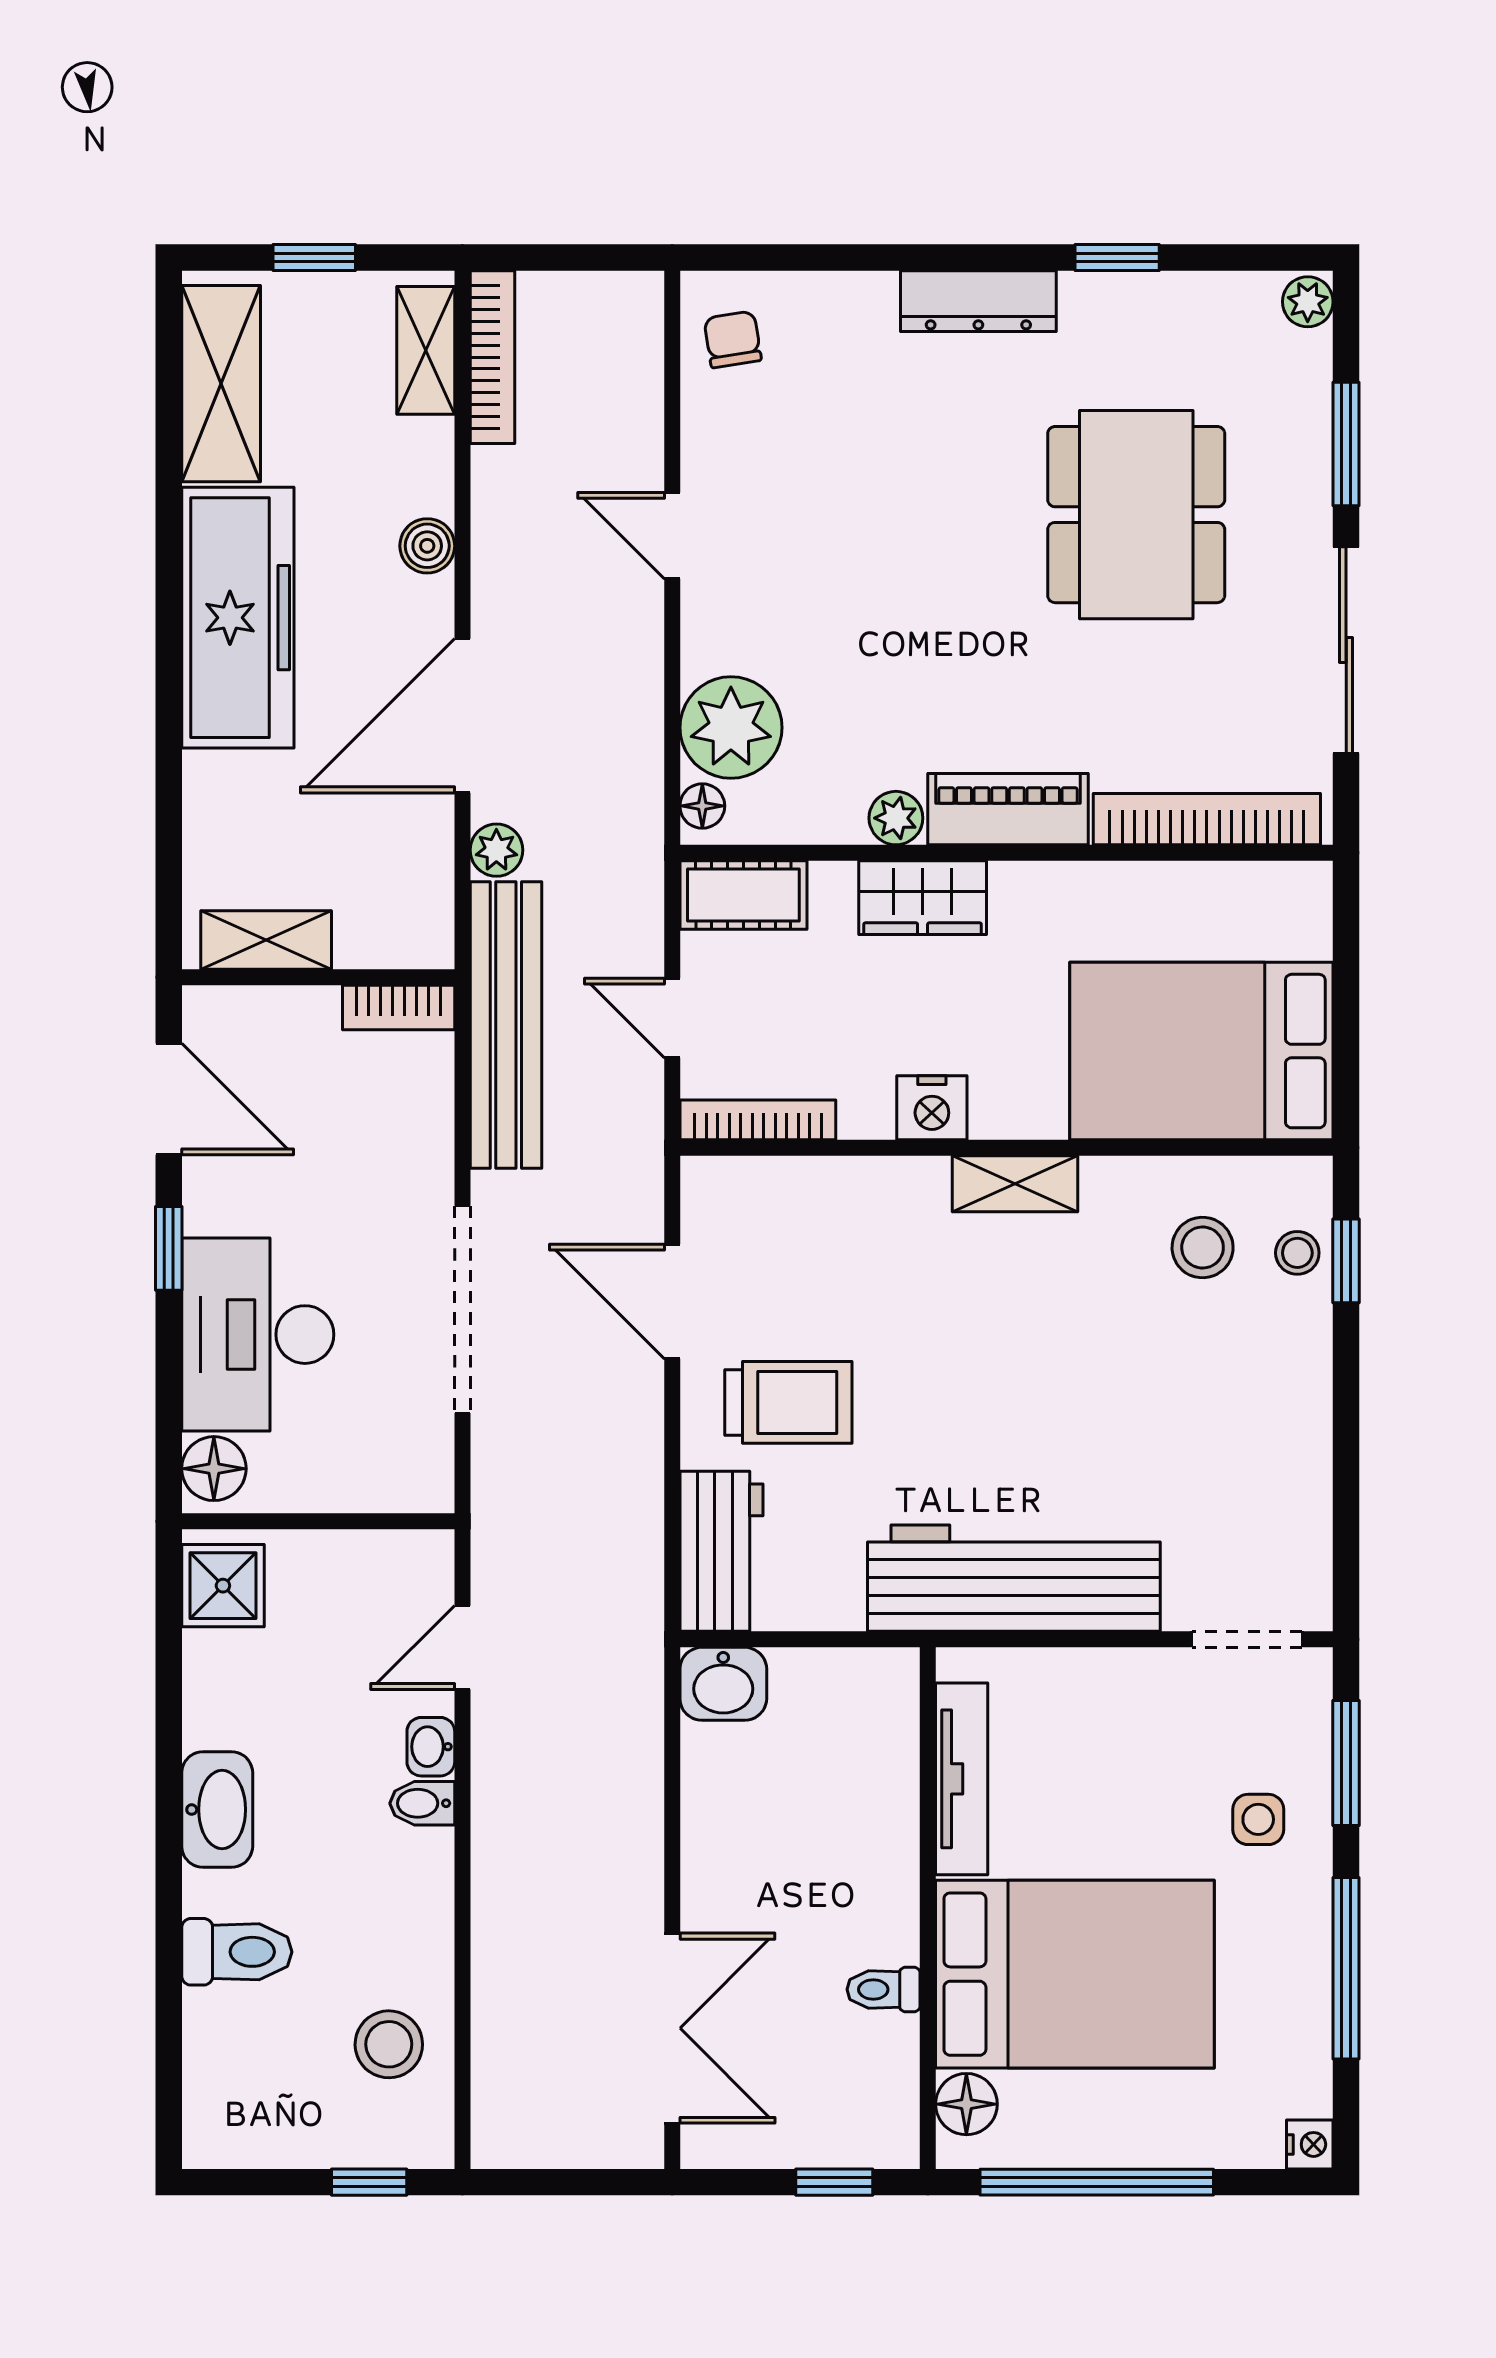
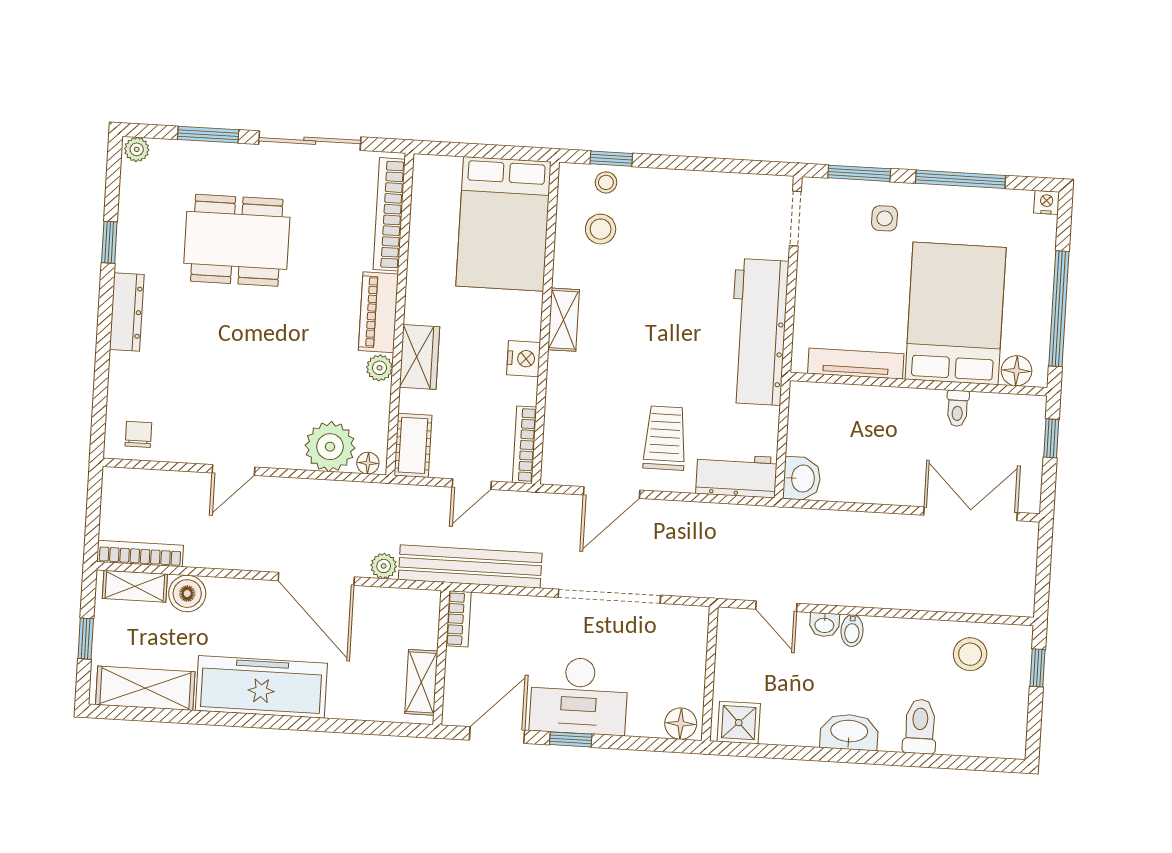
chair: (733, 339) -> (138, 434), turned 99
boiler: (427, 546) -> (187, 594), moved, width x1.36, depth x1.36
desk: (258, 1335) -> (579, 696), moved

